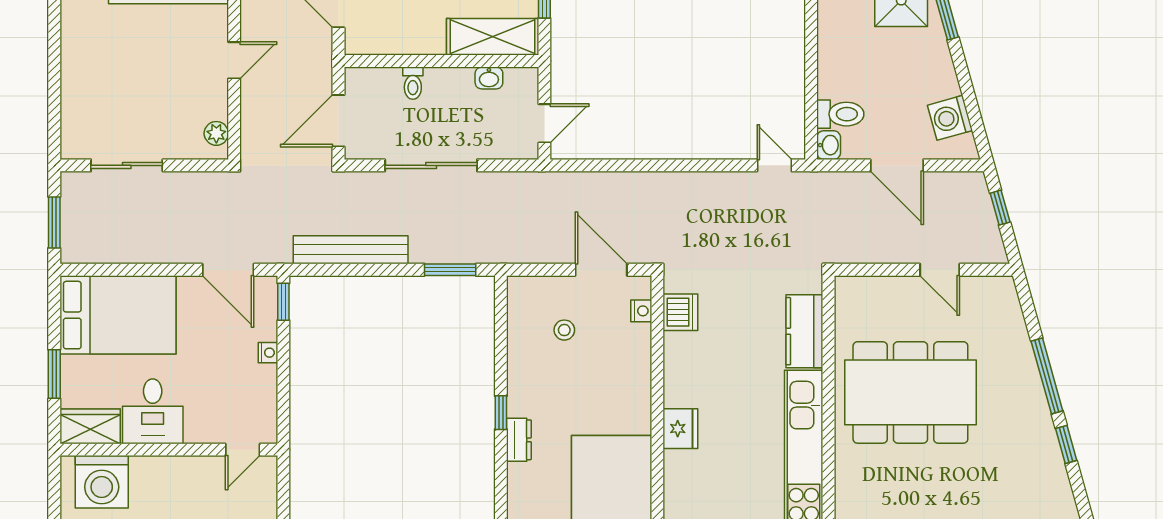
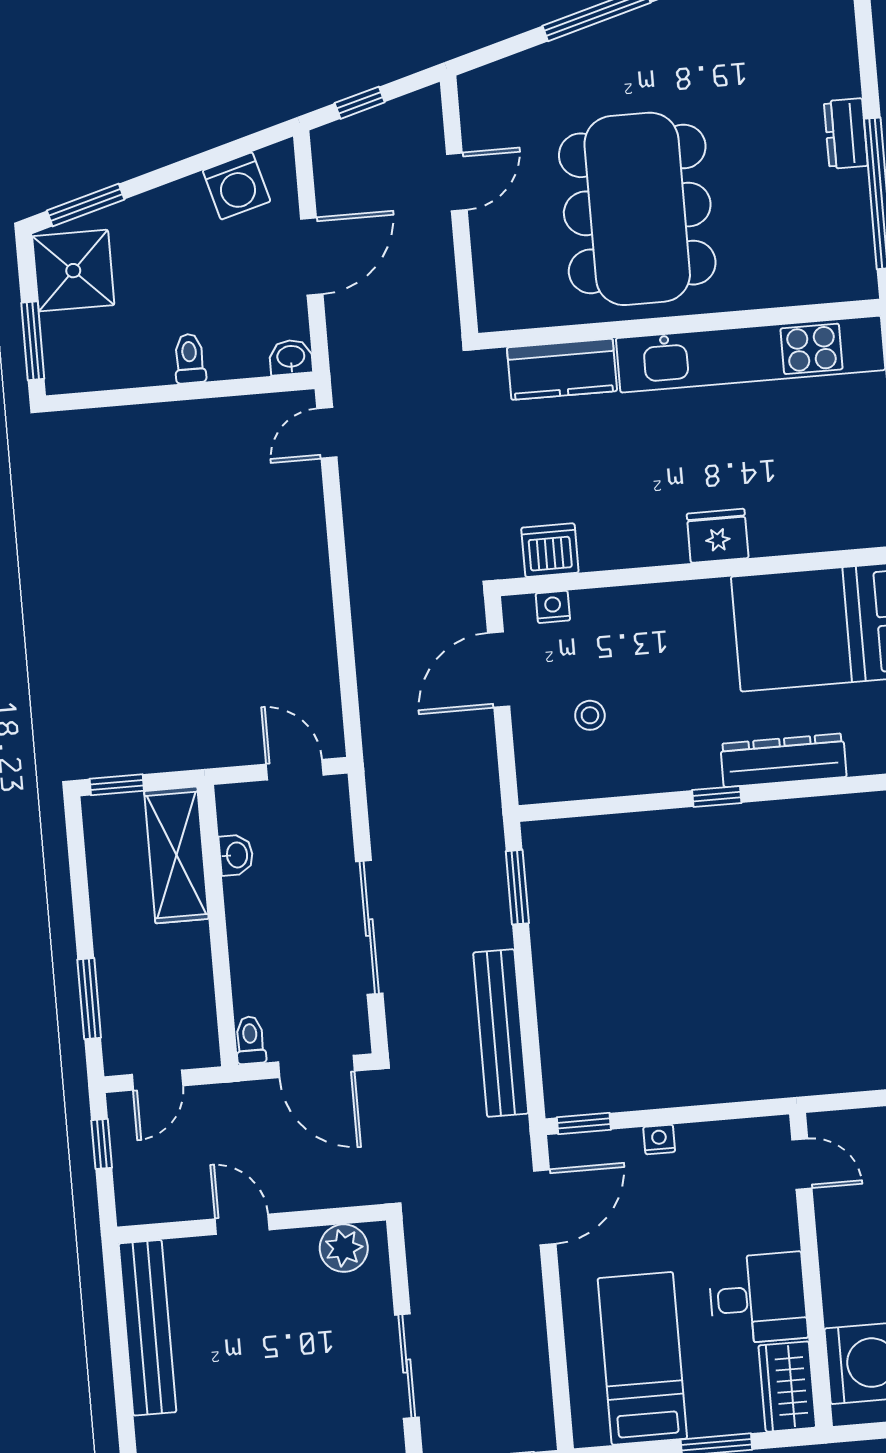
toilet: (413, 83) -> (250, 1040), moved, turned -90
toilet: (840, 114) -> (190, 358), moved, width x0.73, depth x0.72
plant: (216, 133) -> (344, 1248), width x1.38, depth x1.38
bed: (118, 315) -> (642, 1358), width x0.67
dresser: (519, 440) -> (783, 760), width x1.96, depth x1.24

